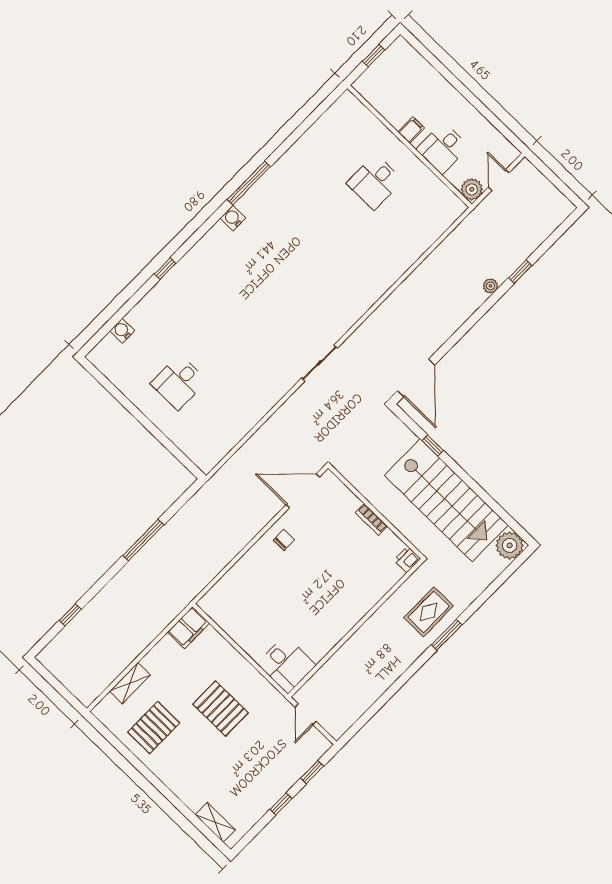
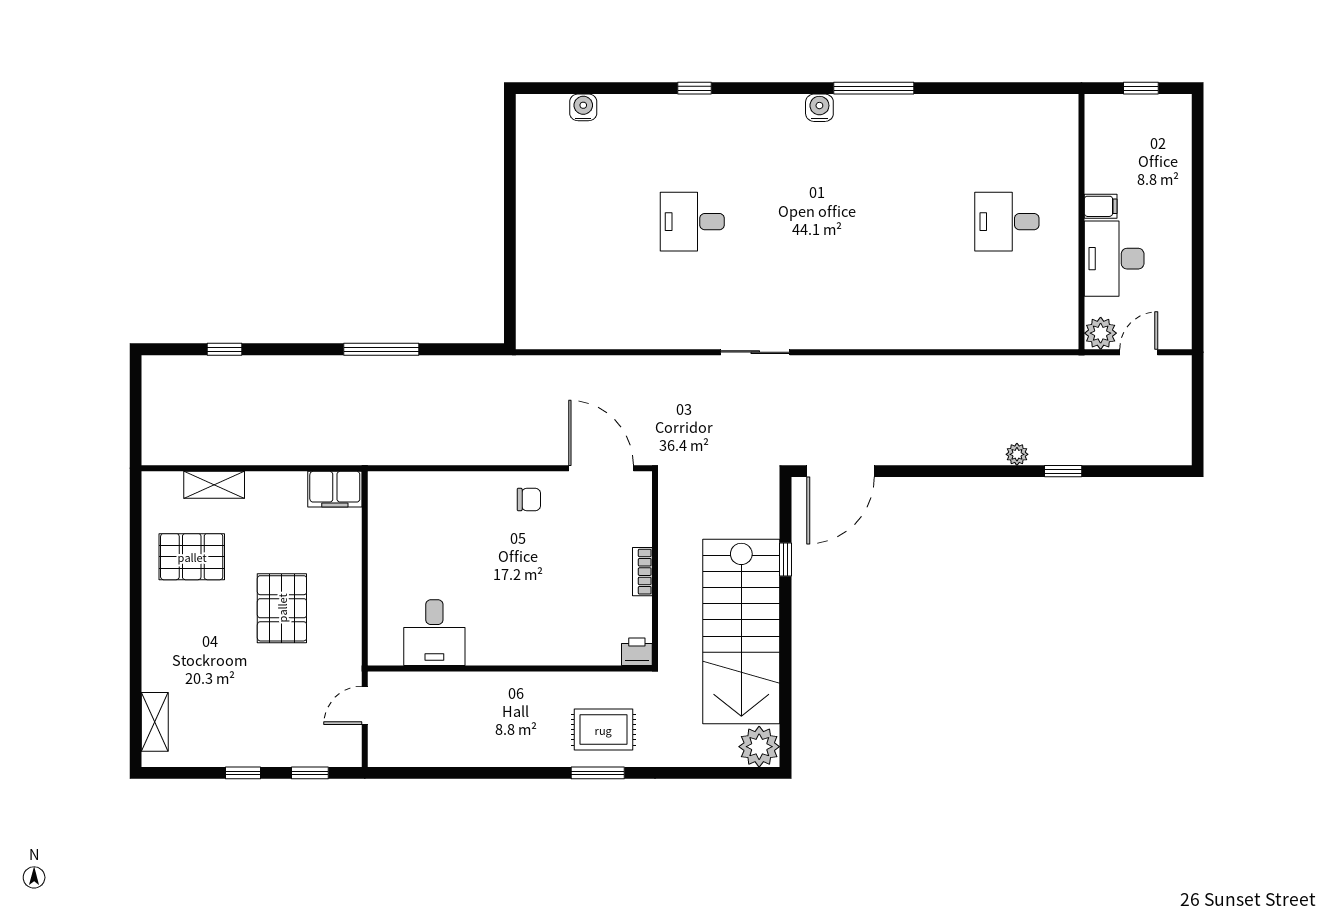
desk: (443, 148) -> (1114, 259), width x1.37
desk: (179, 382) -> (692, 222), moved
desk: (287, 664) -> (434, 633), moved

